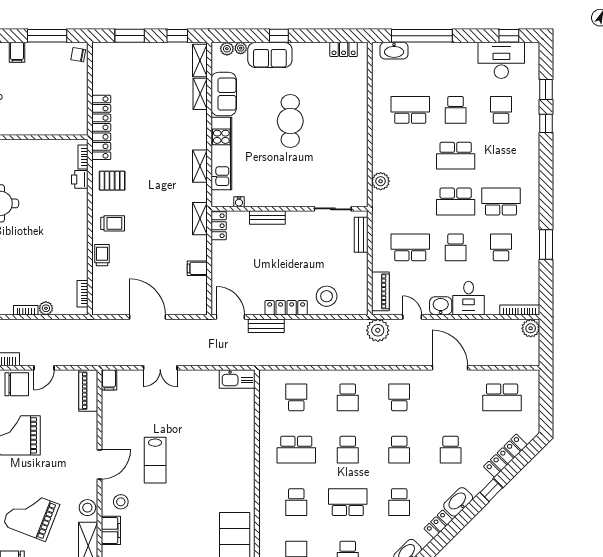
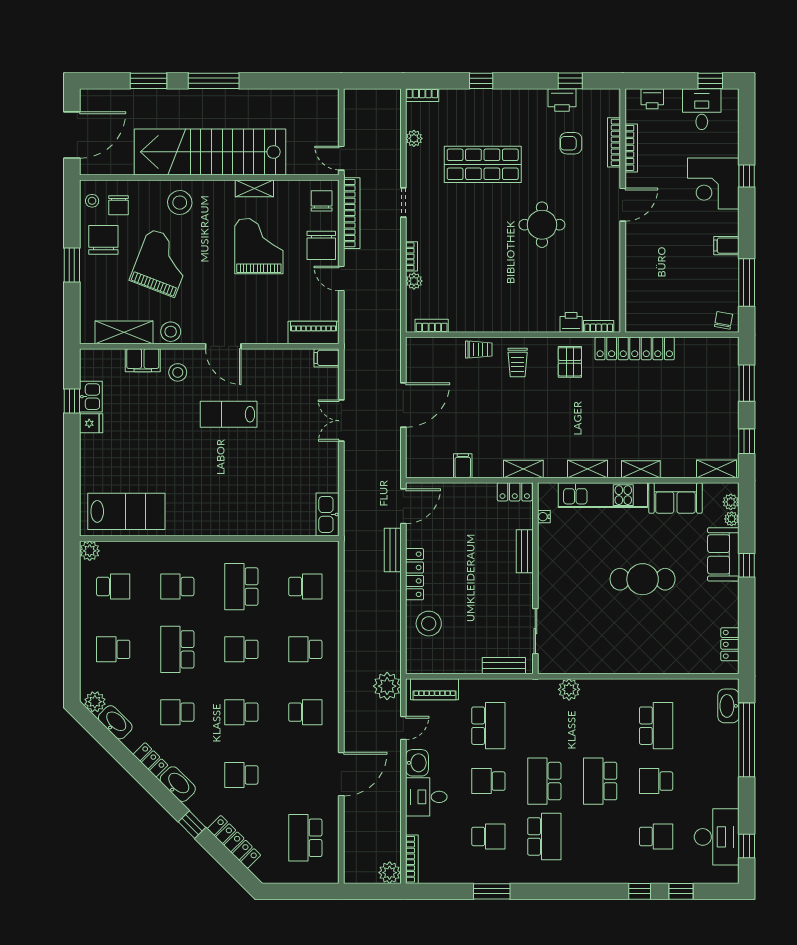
shelving: (200, 94) -> (641, 469), moved
school desk: (348, 502) -> (177, 649), turned 180

